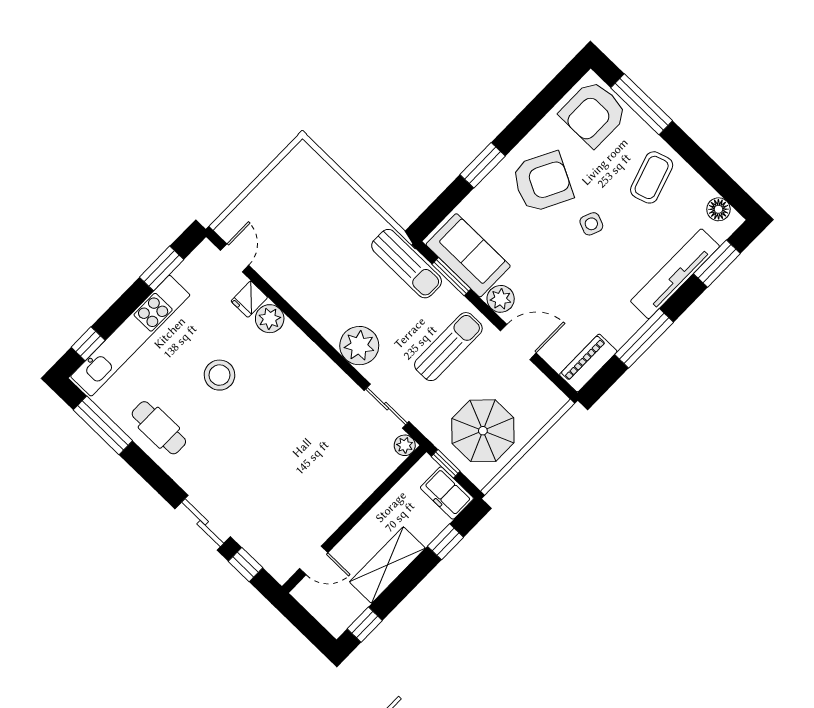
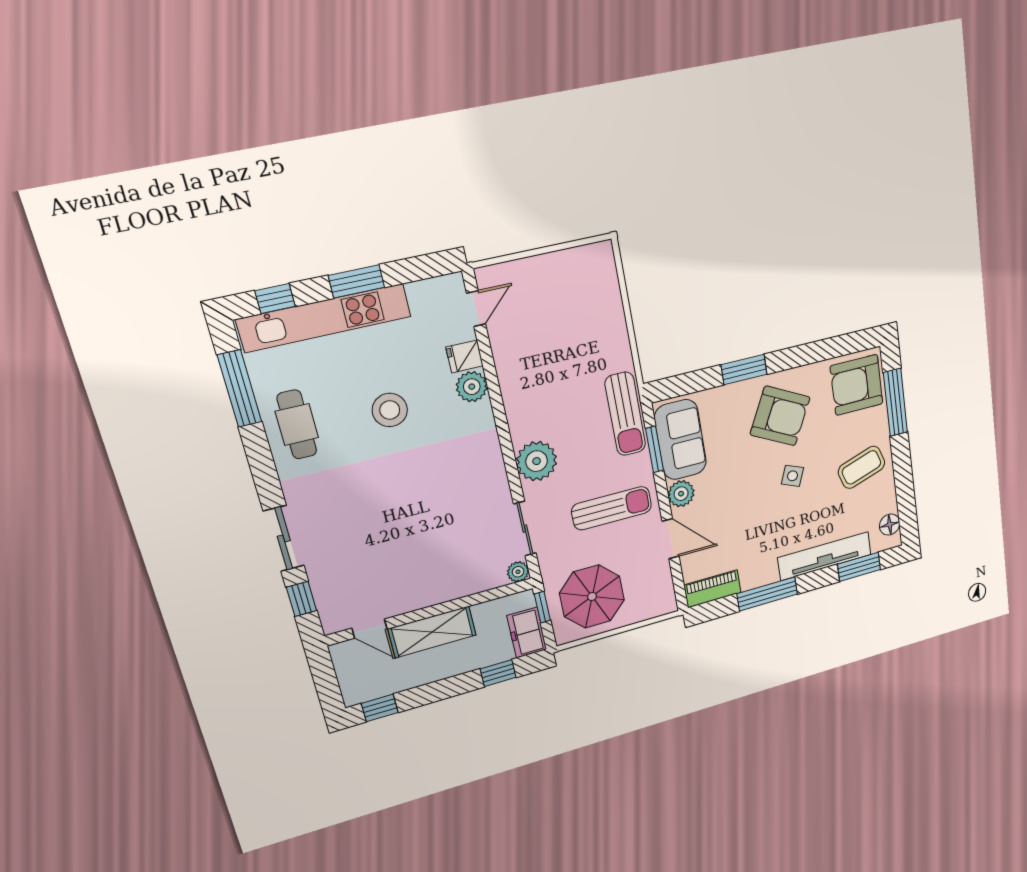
window: (162, 268) -> (356, 281), moved
shelving: (387, 565) -> (432, 632), moved

